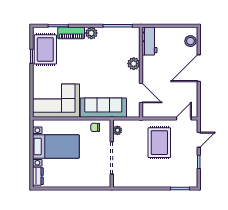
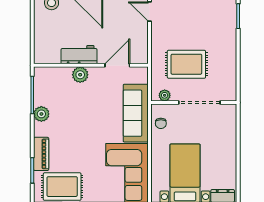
plant: (91, 33) -> (41, 114), moved
workbench: (150, 41) -> (79, 55), moved
rug: (159, 143) -> (186, 64), moved

